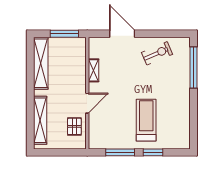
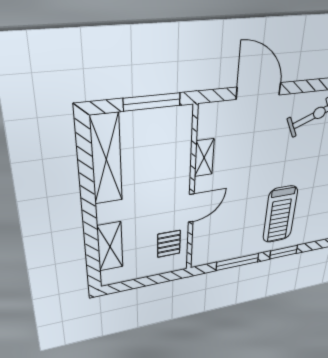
shelving: (40, 120) -> (110, 247), width x0.68
treadmill: (146, 120) -> (280, 215), turned 180

